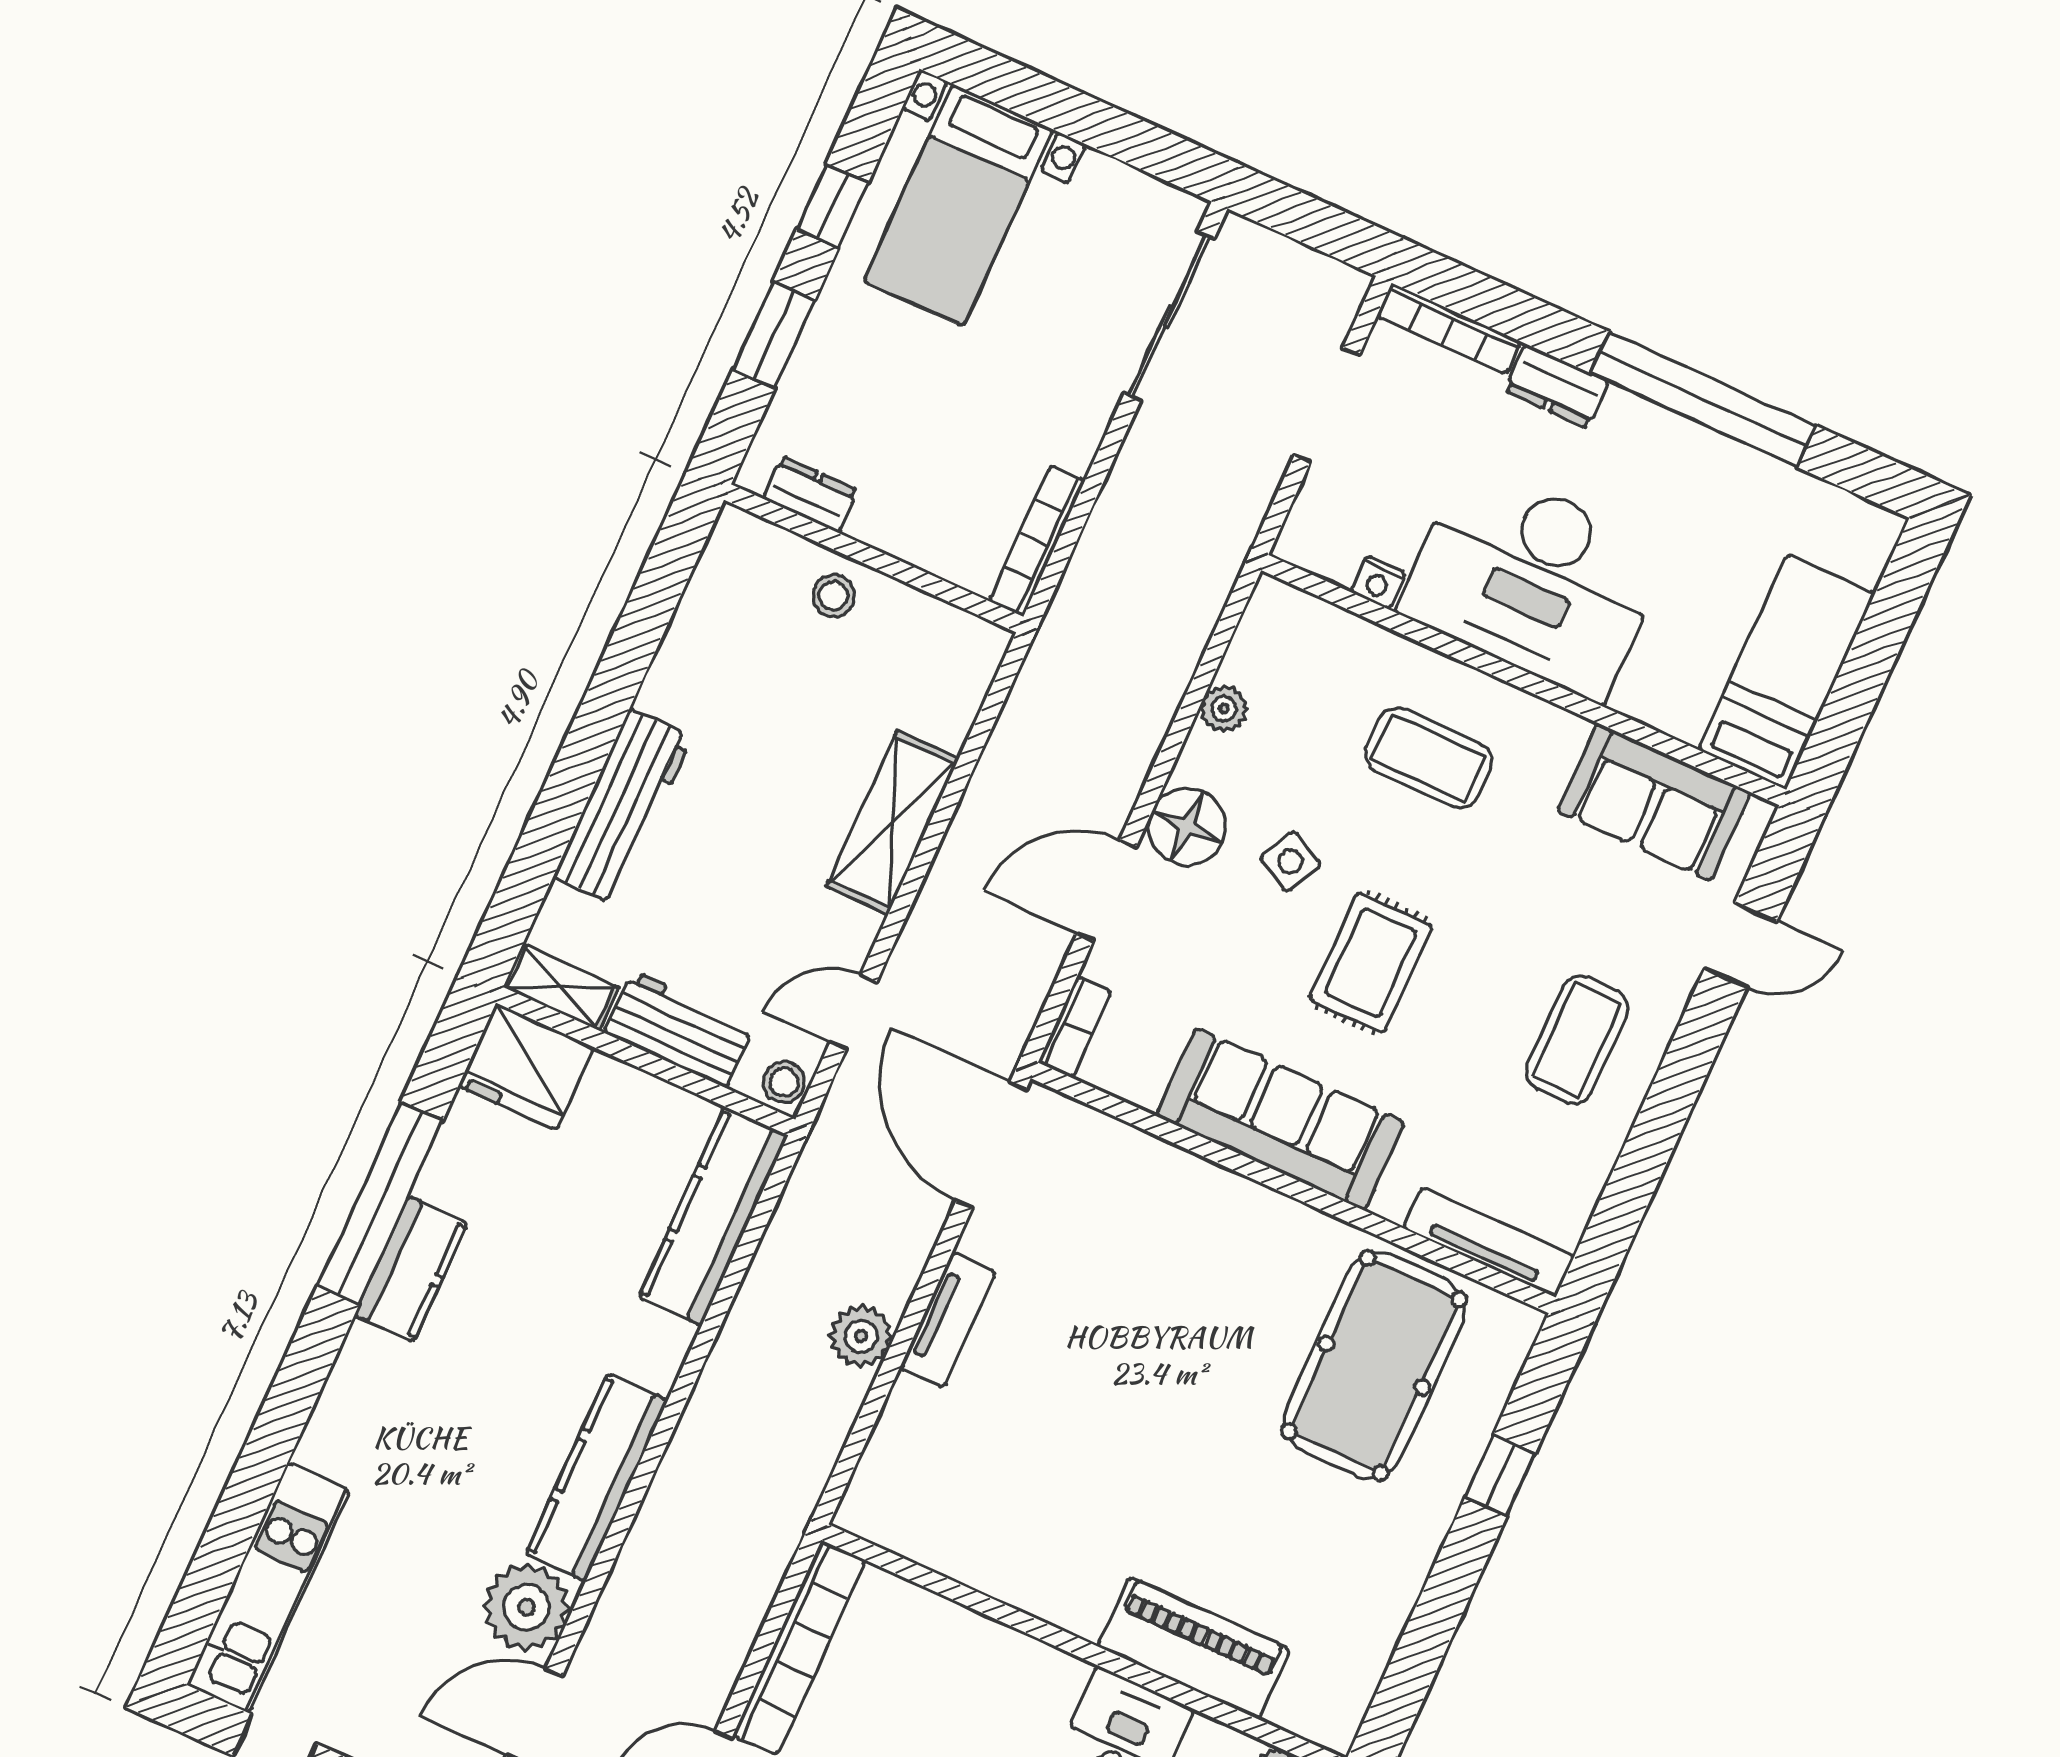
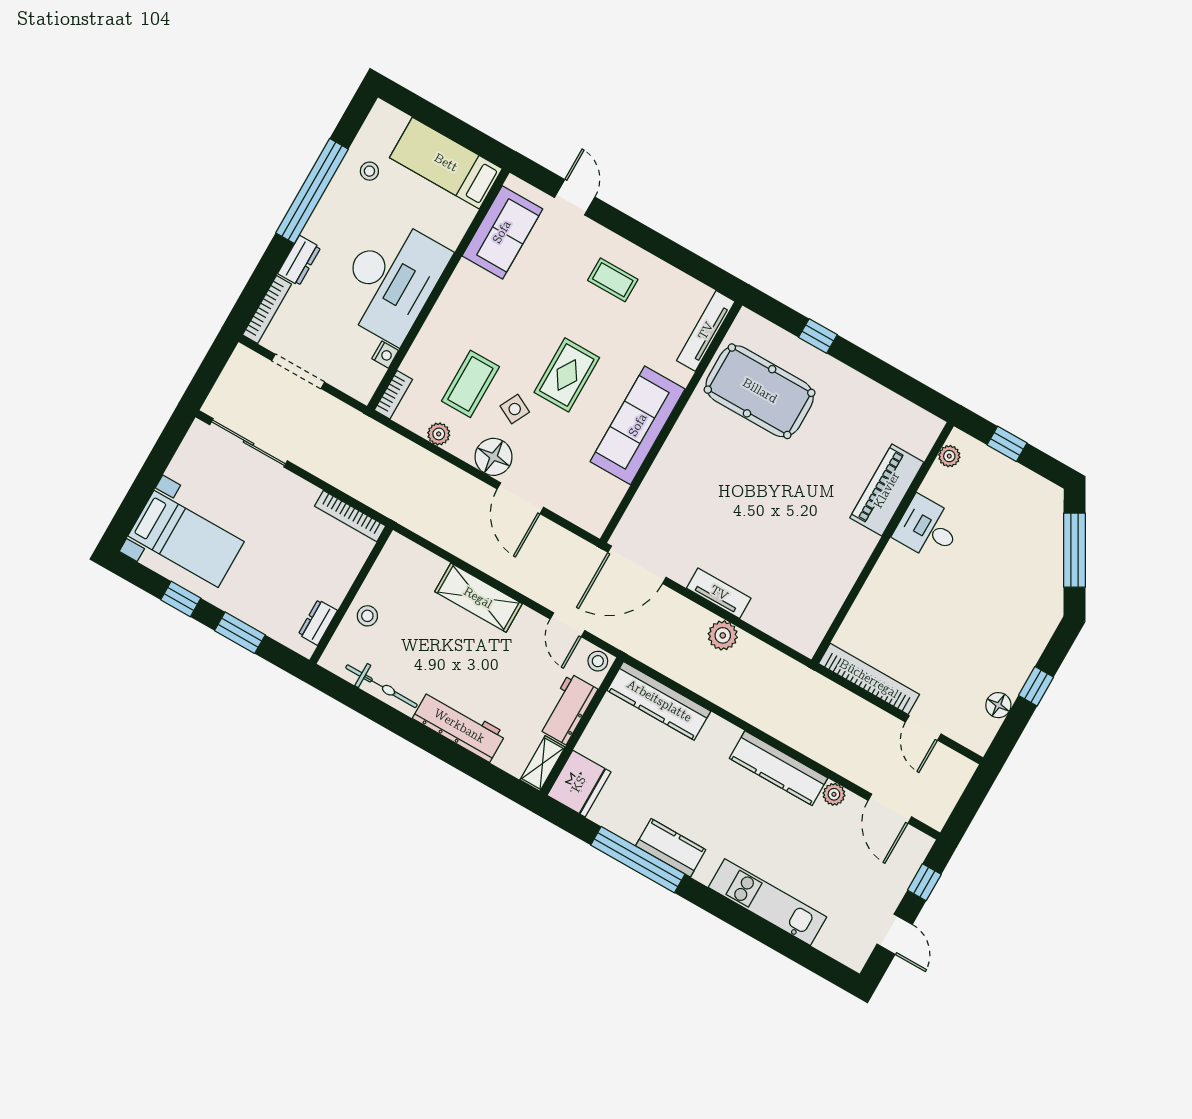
stool: (1756, 515) -> (369, 171), added
bicycle: (690, 638) -> (381, 686), added
coffee table: (1429, 758) -> (470, 384), moved
rug: (1371, 963) -> (567, 375), turned 90
bookcase: (1075, 1027) -> (393, 395), moved, turned 90
coffee table: (1577, 1040) -> (613, 280), width x0.73, depth x0.77
kitchen unit: (268, 1588) -> (768, 902), moved
plant: (526, 1607) -> (834, 794), width x0.53, depth x0.53

